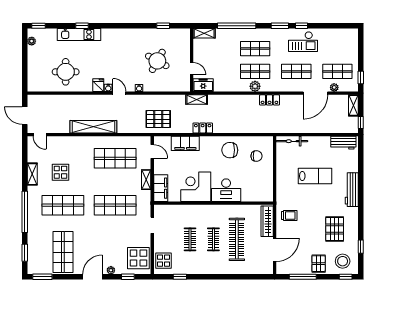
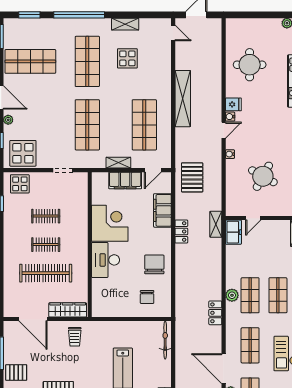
door: (40, 135) -> (173, 33), swing flipped
filing cabinet: (161, 188) -> (125, 181), moved

